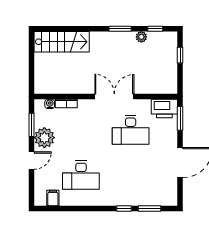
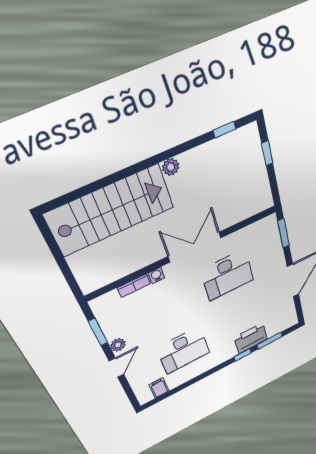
window: (120, 29) -> (173, 152), removed
plant: (141, 37) -> (171, 167), moved
stairs: (62, 42) -> (111, 210), width x1.36, depth x1.51
water cooler: (50, 104) -> (156, 275), moved
printer: (164, 109) -> (251, 338), moved, turned 180
plant: (44, 138) -> (118, 345), width x0.53, depth x0.53

